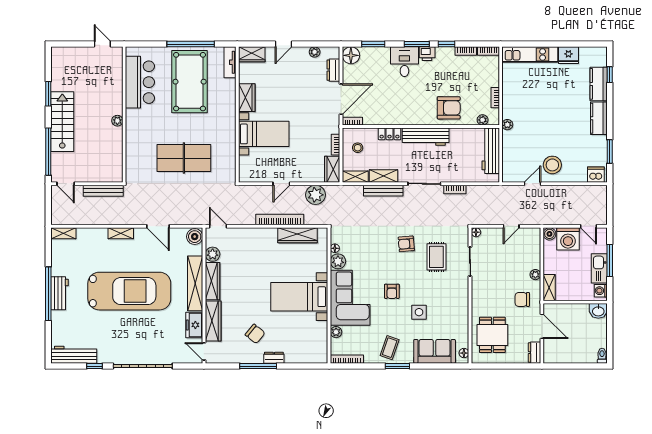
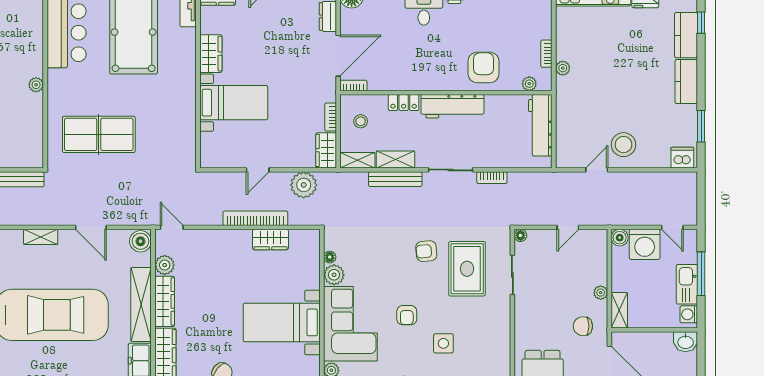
armchair: (449, 108) -> (483, 67), turned -90
plant: (507, 125) -> (563, 68), moved
table tennis table: (184, 158) -> (99, 134), moved
wardrobe: (298, 235) -> (270, 240), width x0.67
rug: (436, 257) -> (467, 269), width x1.36, depth x1.43

